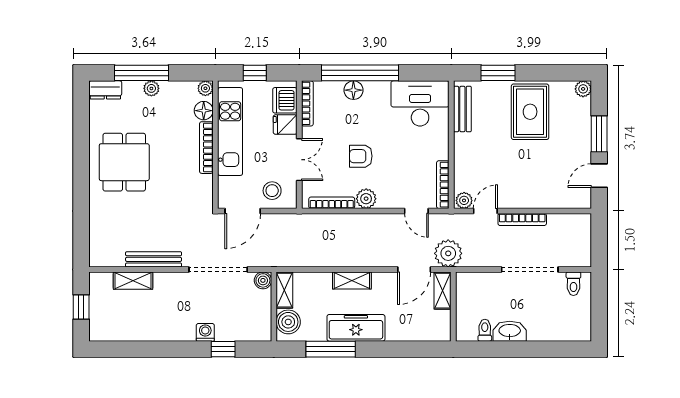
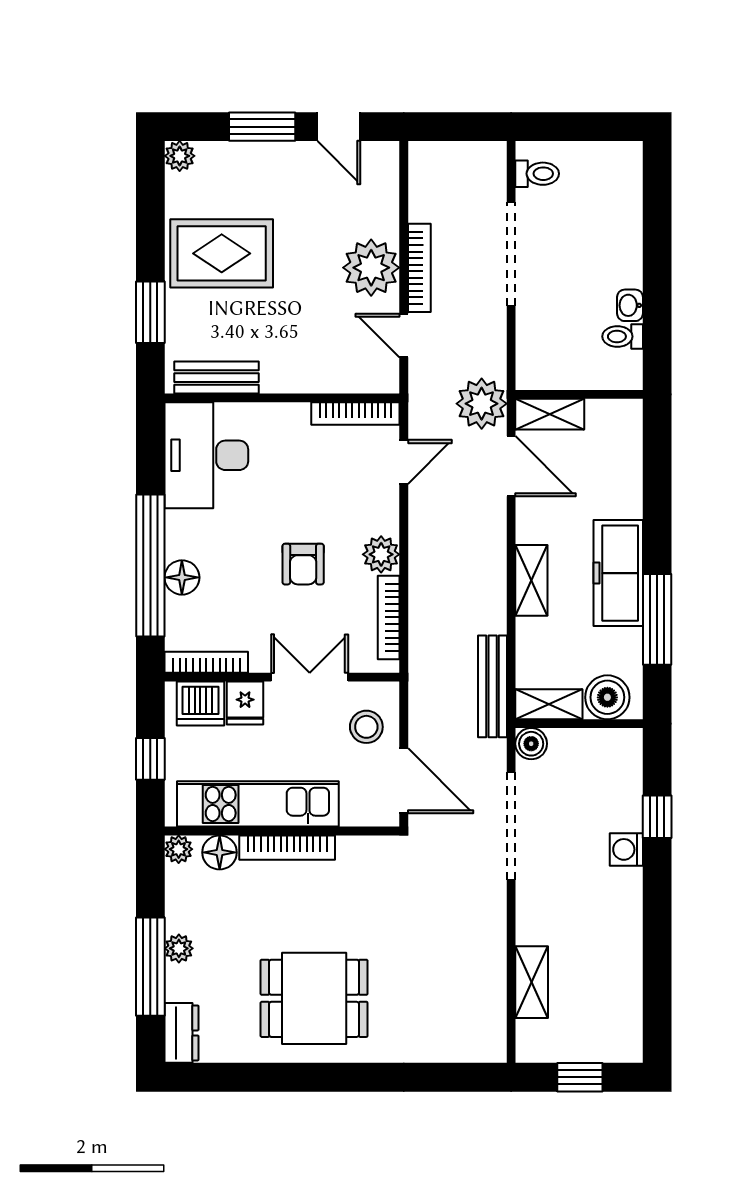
plant: (464, 200) -> (371, 268), moved, width x1.88, depth x1.88
bench: (154, 259) -> (493, 686), moved
washbasin: (510, 331) -> (630, 305), width x0.52, depth x0.69

